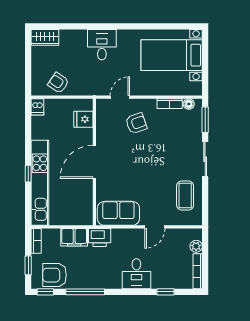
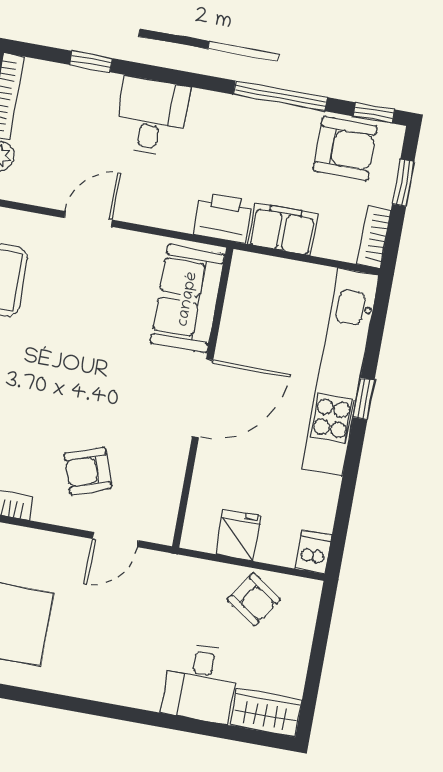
desk: (102, 45) -> (200, 683), moved
fridge: (83, 119) -> (238, 535), moved, turned -90
sofa: (118, 213) -> (188, 299), moved, turned 90

